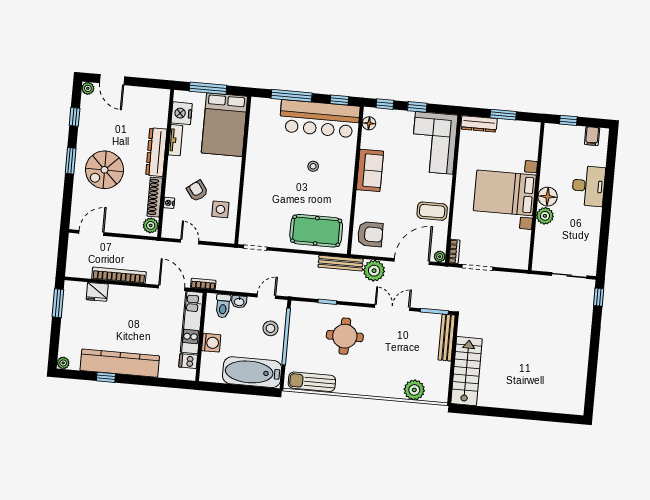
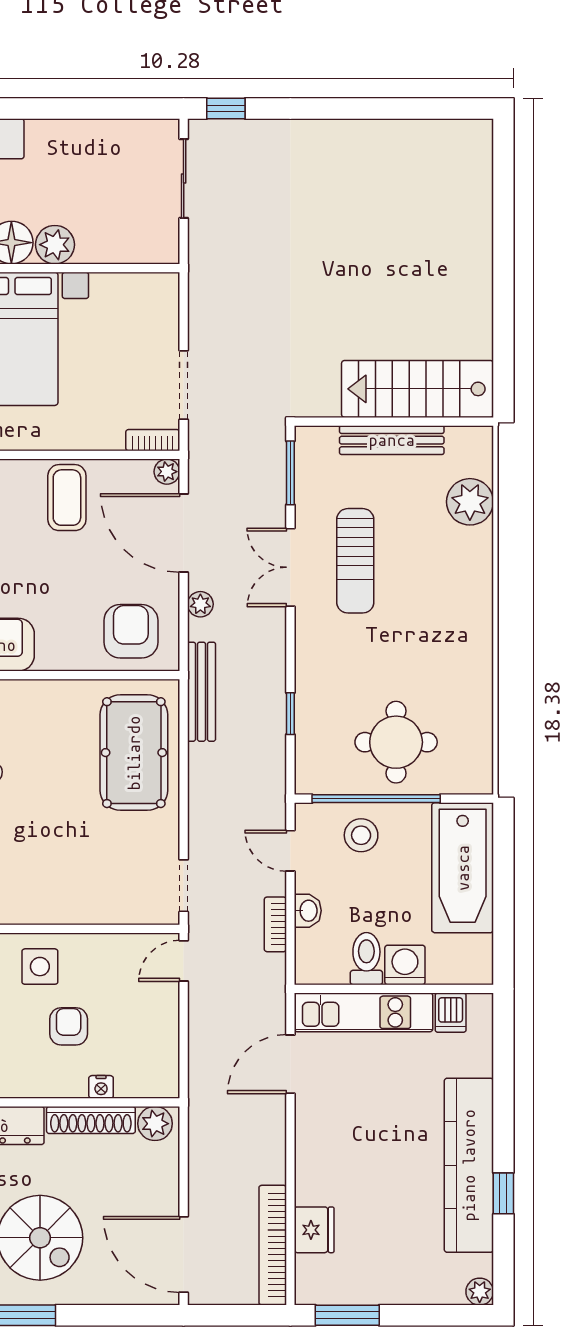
armchair: (197, 191) -> (69, 1026), turned 126
side table: (220, 209) -> (40, 967), moved
door: (91, 233) -> (184, 1255), width x1.36
door: (190, 242) -> (184, 961), moved
plant: (374, 271) -> (200, 604), width x0.53, depth x0.53
bookcase: (119, 275) -> (273, 1245), moved
bookcase: (203, 284) -> (275, 924), moved
toilet: (223, 306) -> (366, 959), moved, turned -90
round table: (345, 336) -> (396, 742), moved
bench: (447, 338) -> (392, 440), moved
sun lounger: (312, 382) -> (355, 561), moved

